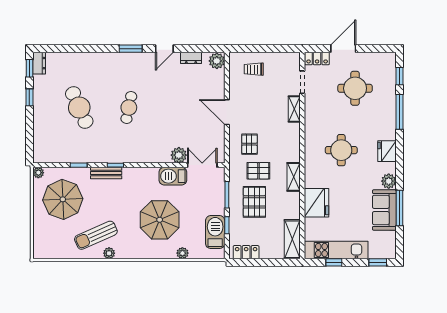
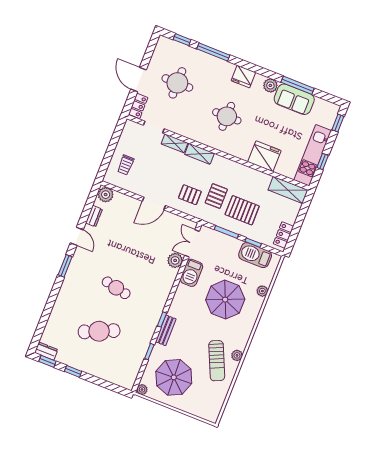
shelving: (294, 177) -> (199, 154), moved

